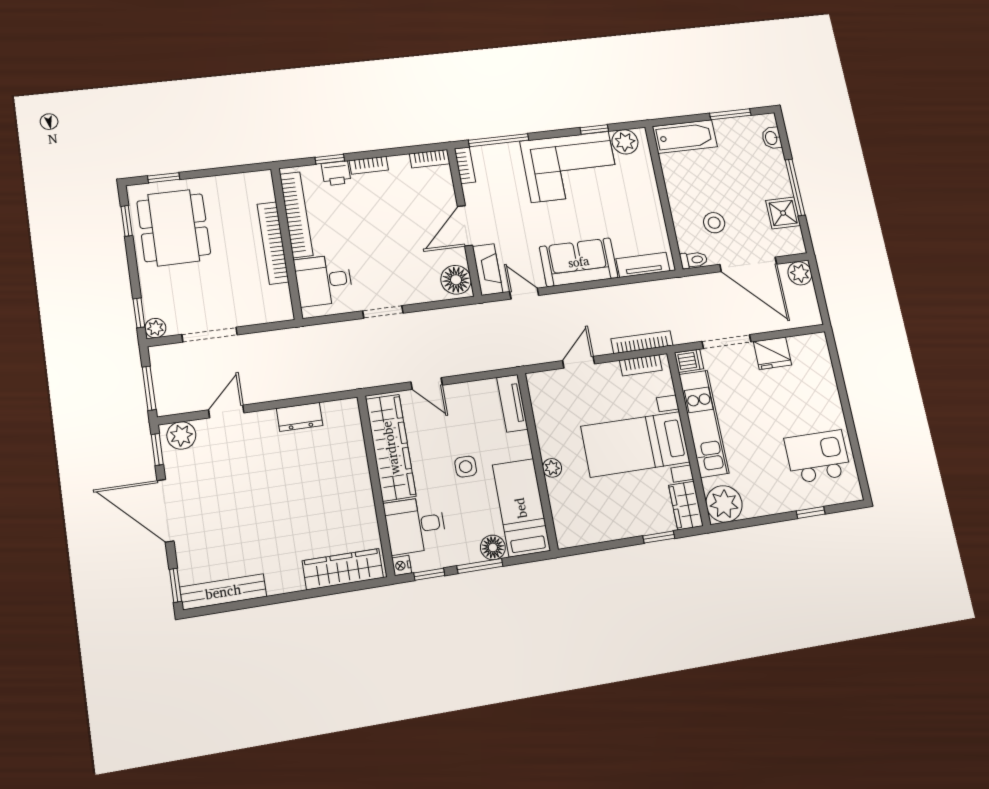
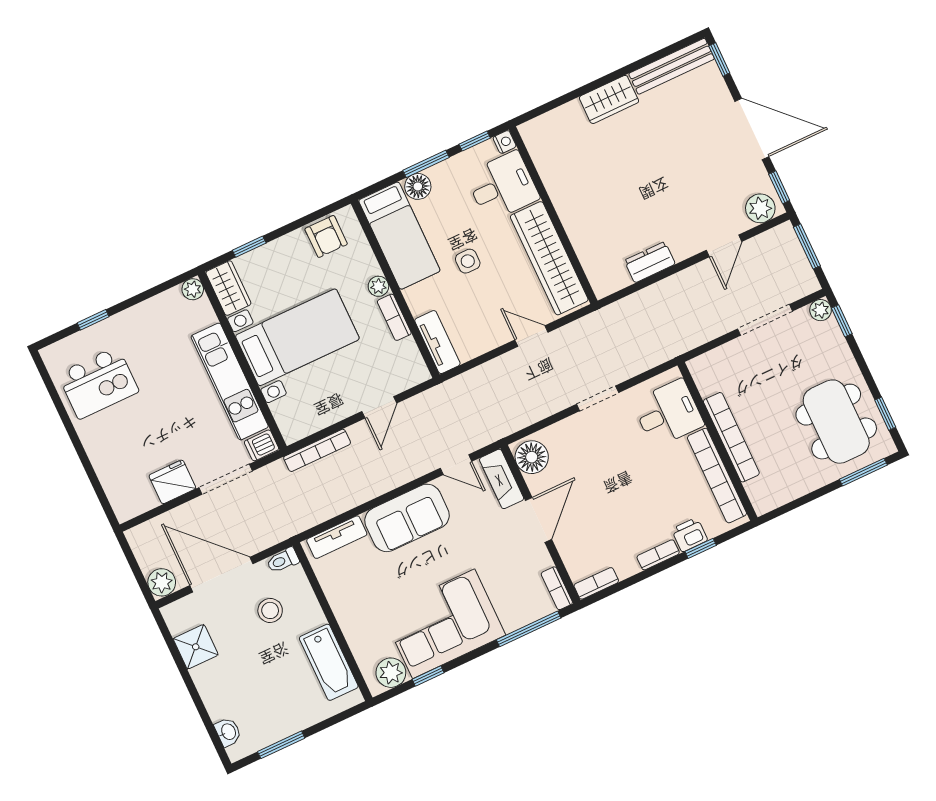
bathtub: (685, 137) -> (329, 662), moved, turned -90
window: (164, 178) -> (863, 472), width x1.50
window: (795, 187) -> (189, 682), removed
bookcase: (641, 365) -> (394, 317), moved, turned -90
plant: (724, 504) -> (193, 289), width x0.53, depth x0.53
armchair: (588, 526) -> (326, 236), added
wardrobe: (343, 569) -> (609, 99), moved, width x0.67

